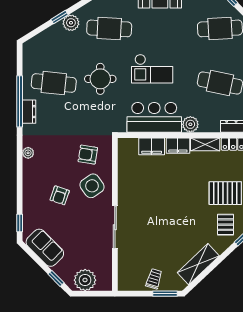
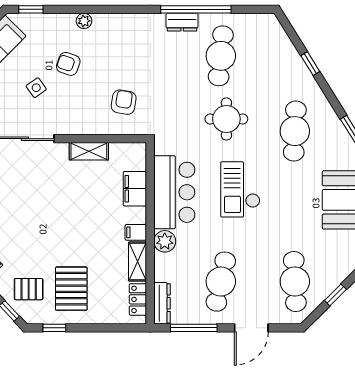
plant: (71, 23) -> (303, 79), removed
filing cabinet: (178, 146) -> (136, 232), width x0.50
plant: (28, 153) -> (84, 21), moved
shelving: (124, 180) -> (89, 151), added
side table: (92, 186) -> (36, 88), moved, width x0.54, depth x0.54

